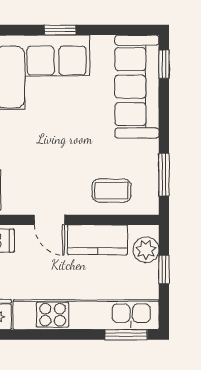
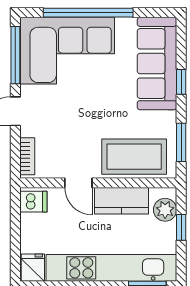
window: (60, 30) -> (88, 13), width x3.17
window: (164, 64) -> (181, 82), moved
coffee table: (111, 191) -> (134, 157), width x1.86, depth x1.72

